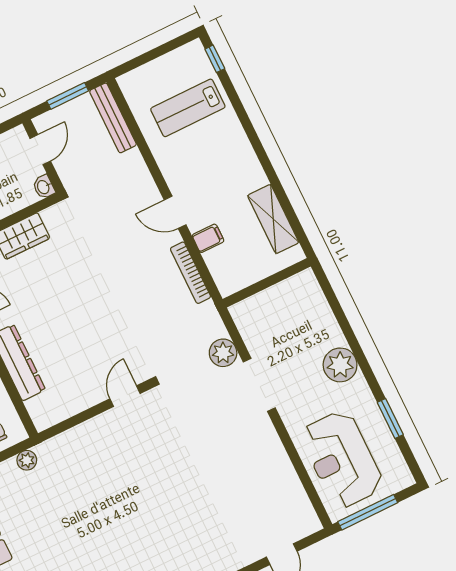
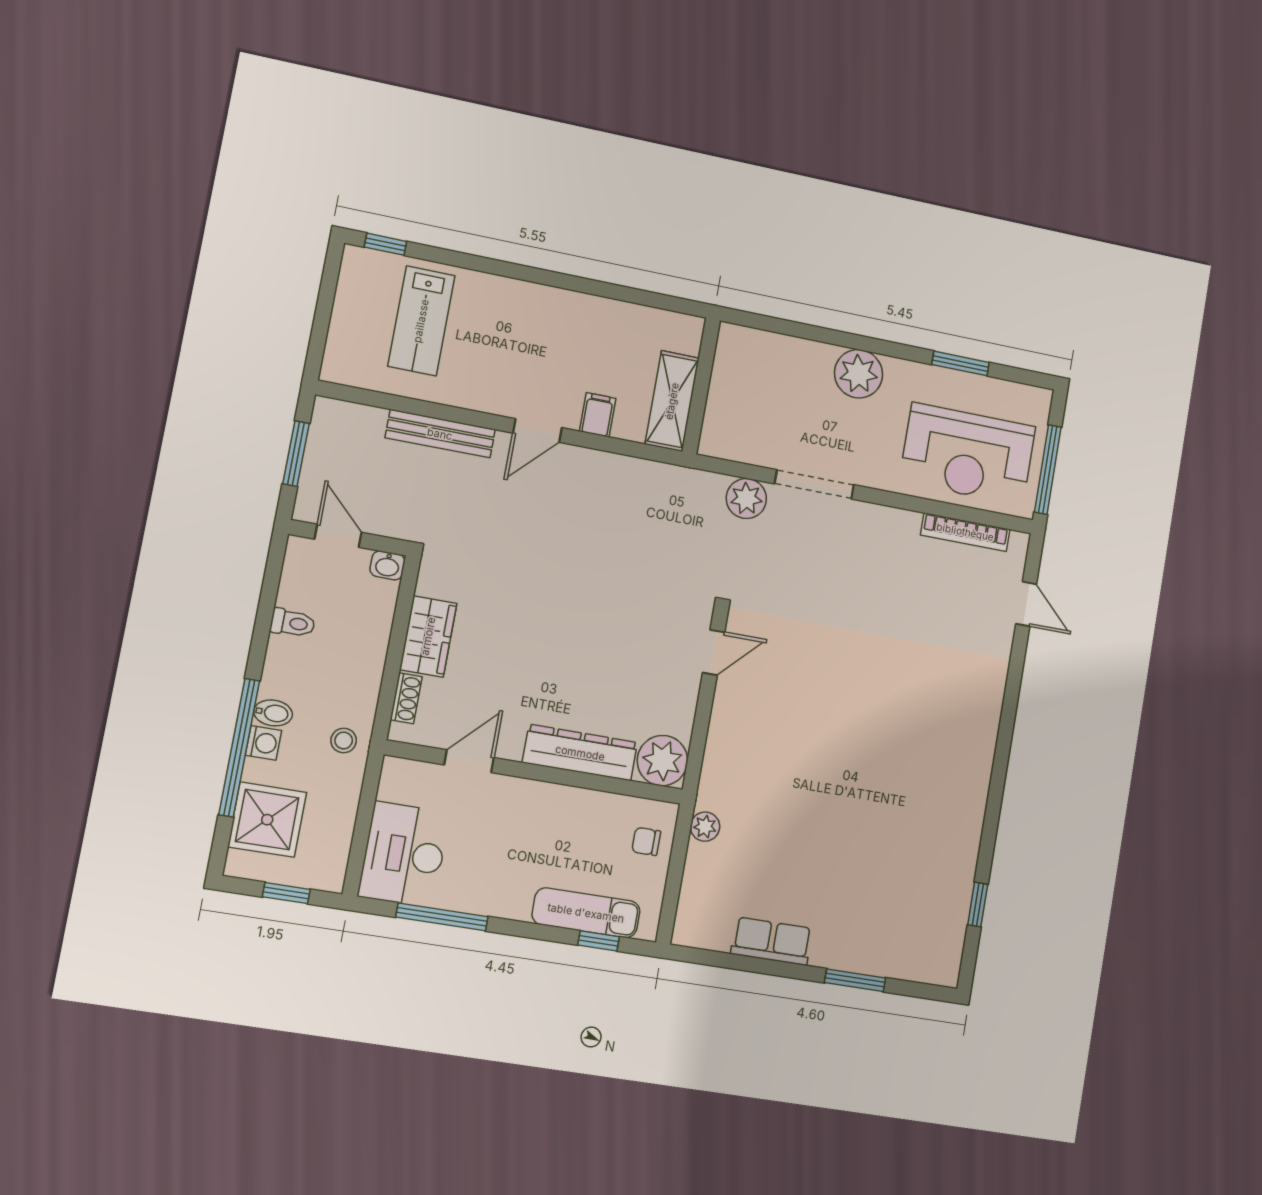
bench: (113, 118) -> (440, 434), moved
shelving: (273, 219) -> (672, 401), moved, turned 90
bookcase: (190, 273) -> (965, 532), moved
door: (125, 396) -> (714, 652), swing flipped
plant: (46, 411) -> (662, 761), added

